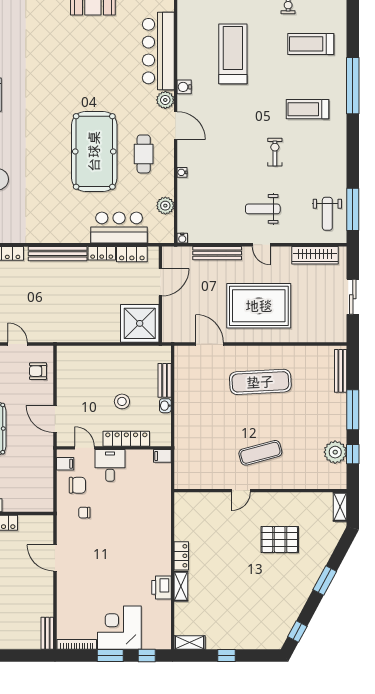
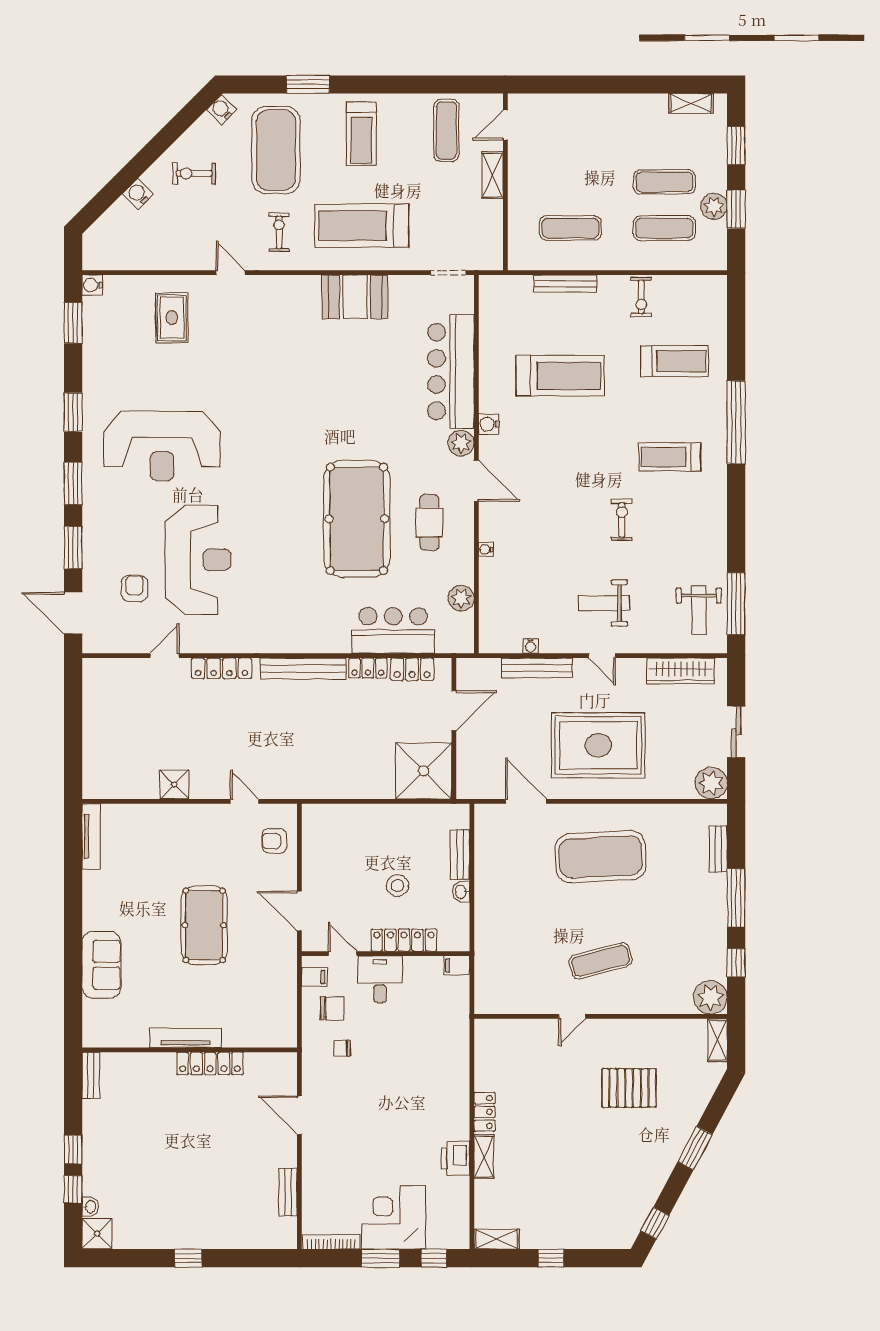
treadmill: (311, 44) -> (675, 361), turned 180
treadmill: (233, 54) -> (560, 376), turned 90
water cooler: (182, 238) -> (531, 646), moved
plant: (336, 332) -> (711, 783), added
bench: (341, 371) -> (718, 849), width x0.73
exercise mat: (260, 382) -> (601, 857), width x1.47
plant: (335, 452) -> (710, 997), moved
bench: (47, 633) -> (288, 1192), moved

